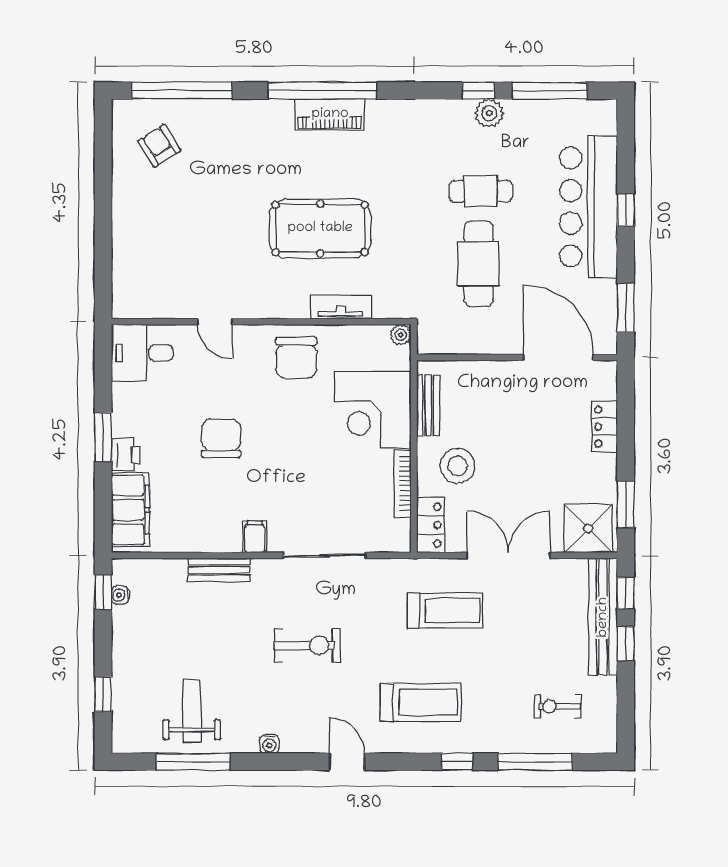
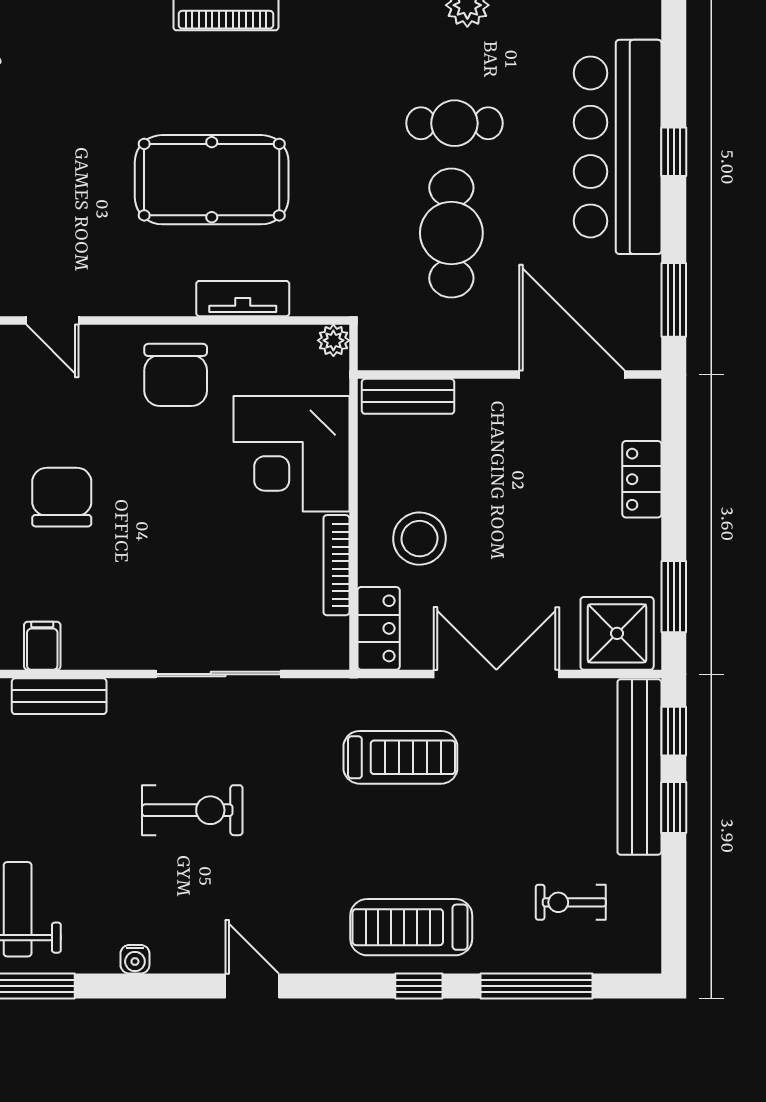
bench: (428, 406) -> (408, 396), moved, turned 90
filing cabinet: (255, 537) -> (42, 646), moved
treadmill: (420, 702) -> (411, 927), moved, turned 180

